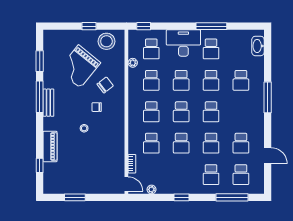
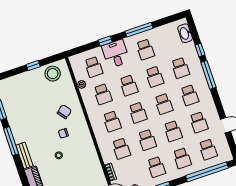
window: (144, 26) -> (105, 41), moved
desk: (183, 43) -> (116, 54), width x0.73
grand piano: (79, 66) -> (36, 103), removed
window: (268, 69) -> (200, 50), added
bench: (48, 103) -> (24, 155), moved
school desk: (241, 112) -> (190, 95), added
school desk: (181, 175) -> (156, 167), added
window: (232, 197) -> (207, 172), width x1.46

